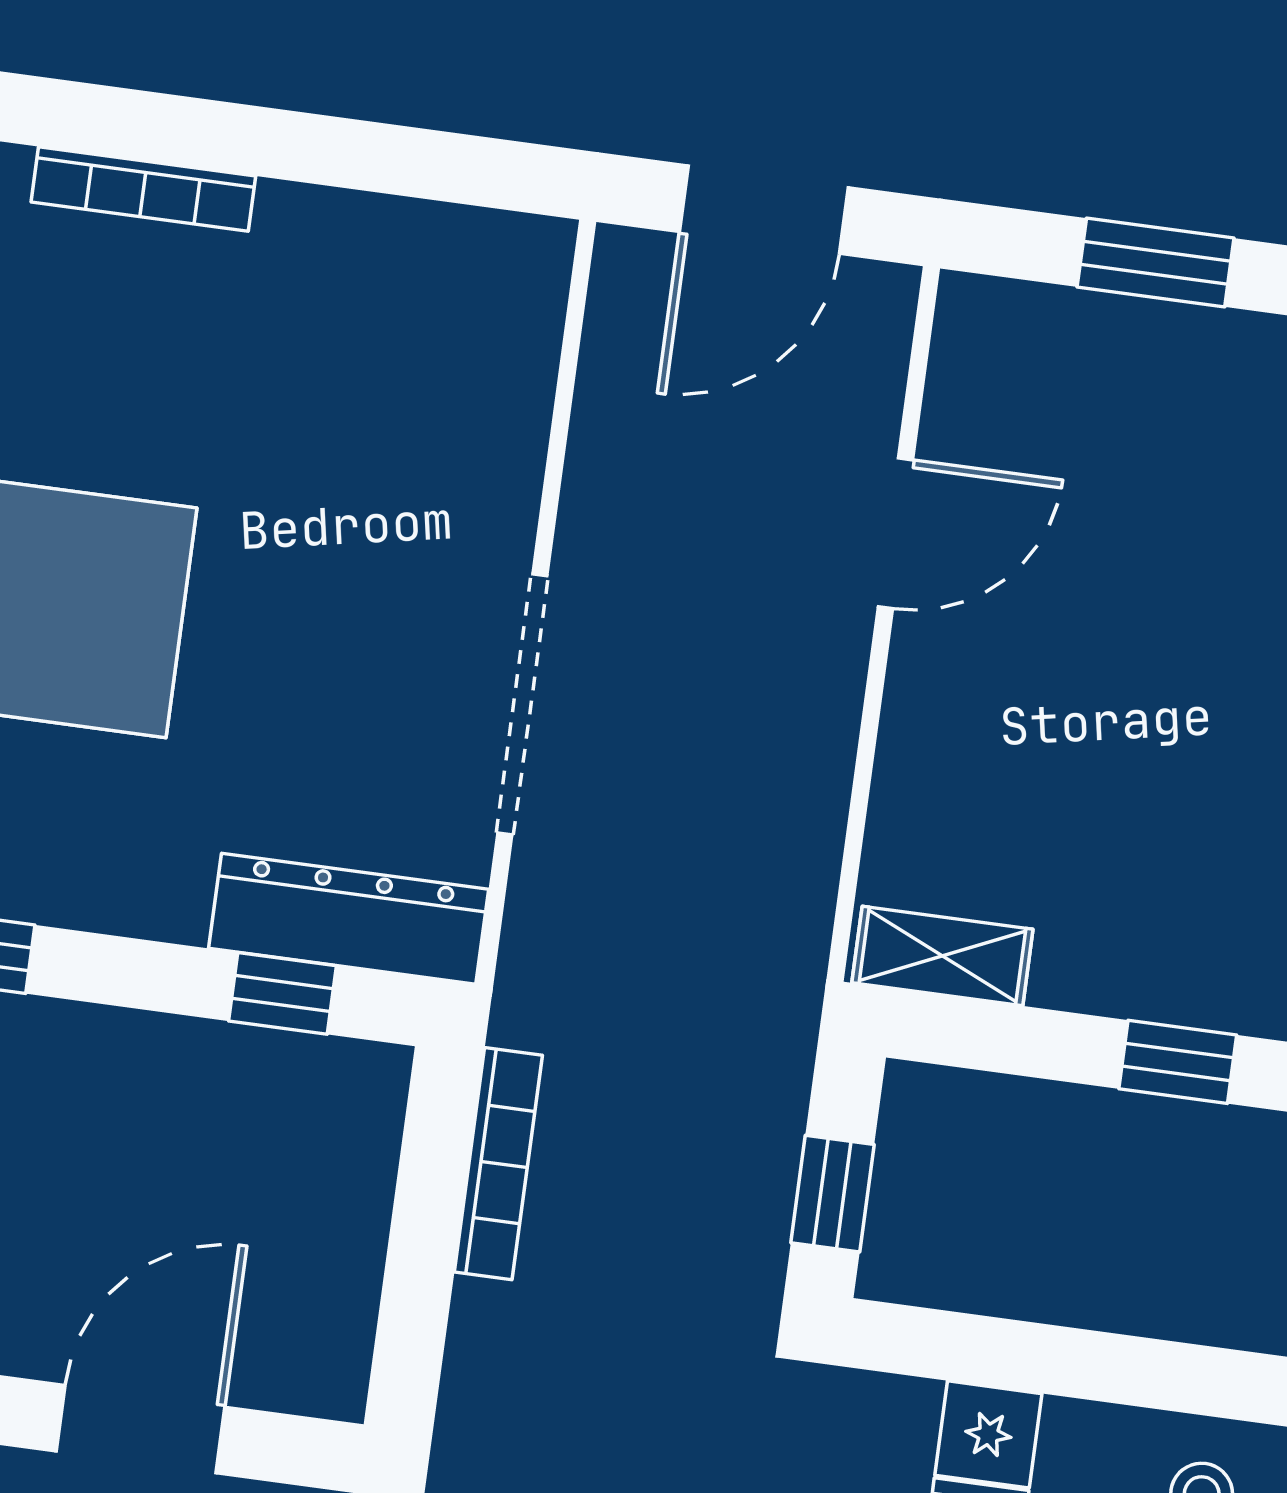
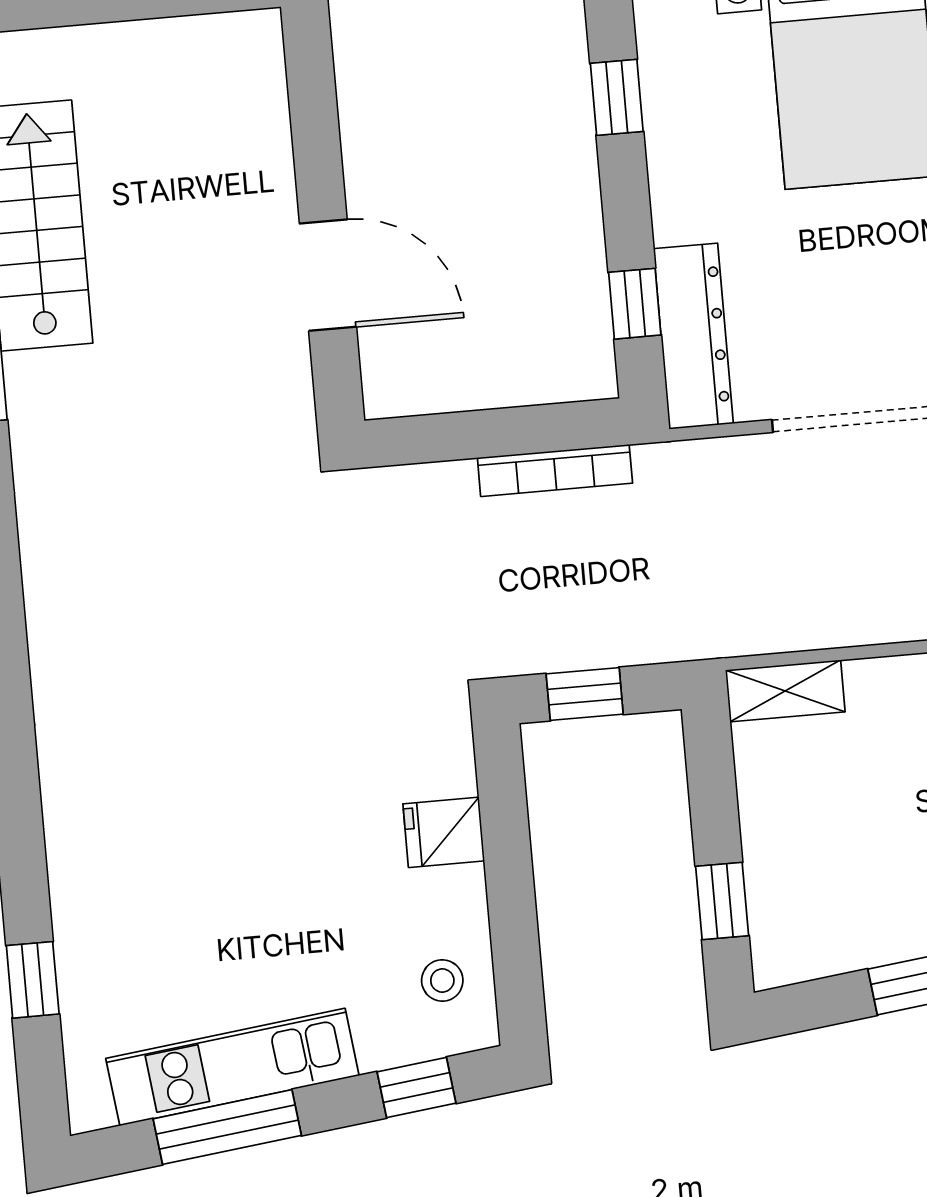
shelving: (942, 956) -> (785, 691), moved, turned 90

